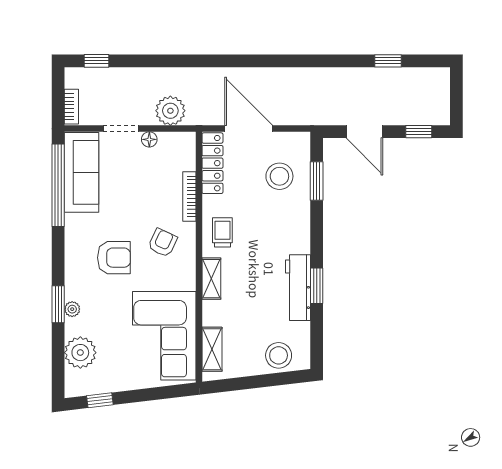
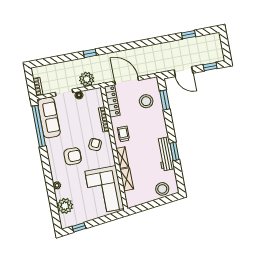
window: (97, 61) -> (90, 53), moved
window: (58, 304) -> (50, 184), removed
shelving: (212, 349) -> (127, 179), moved

